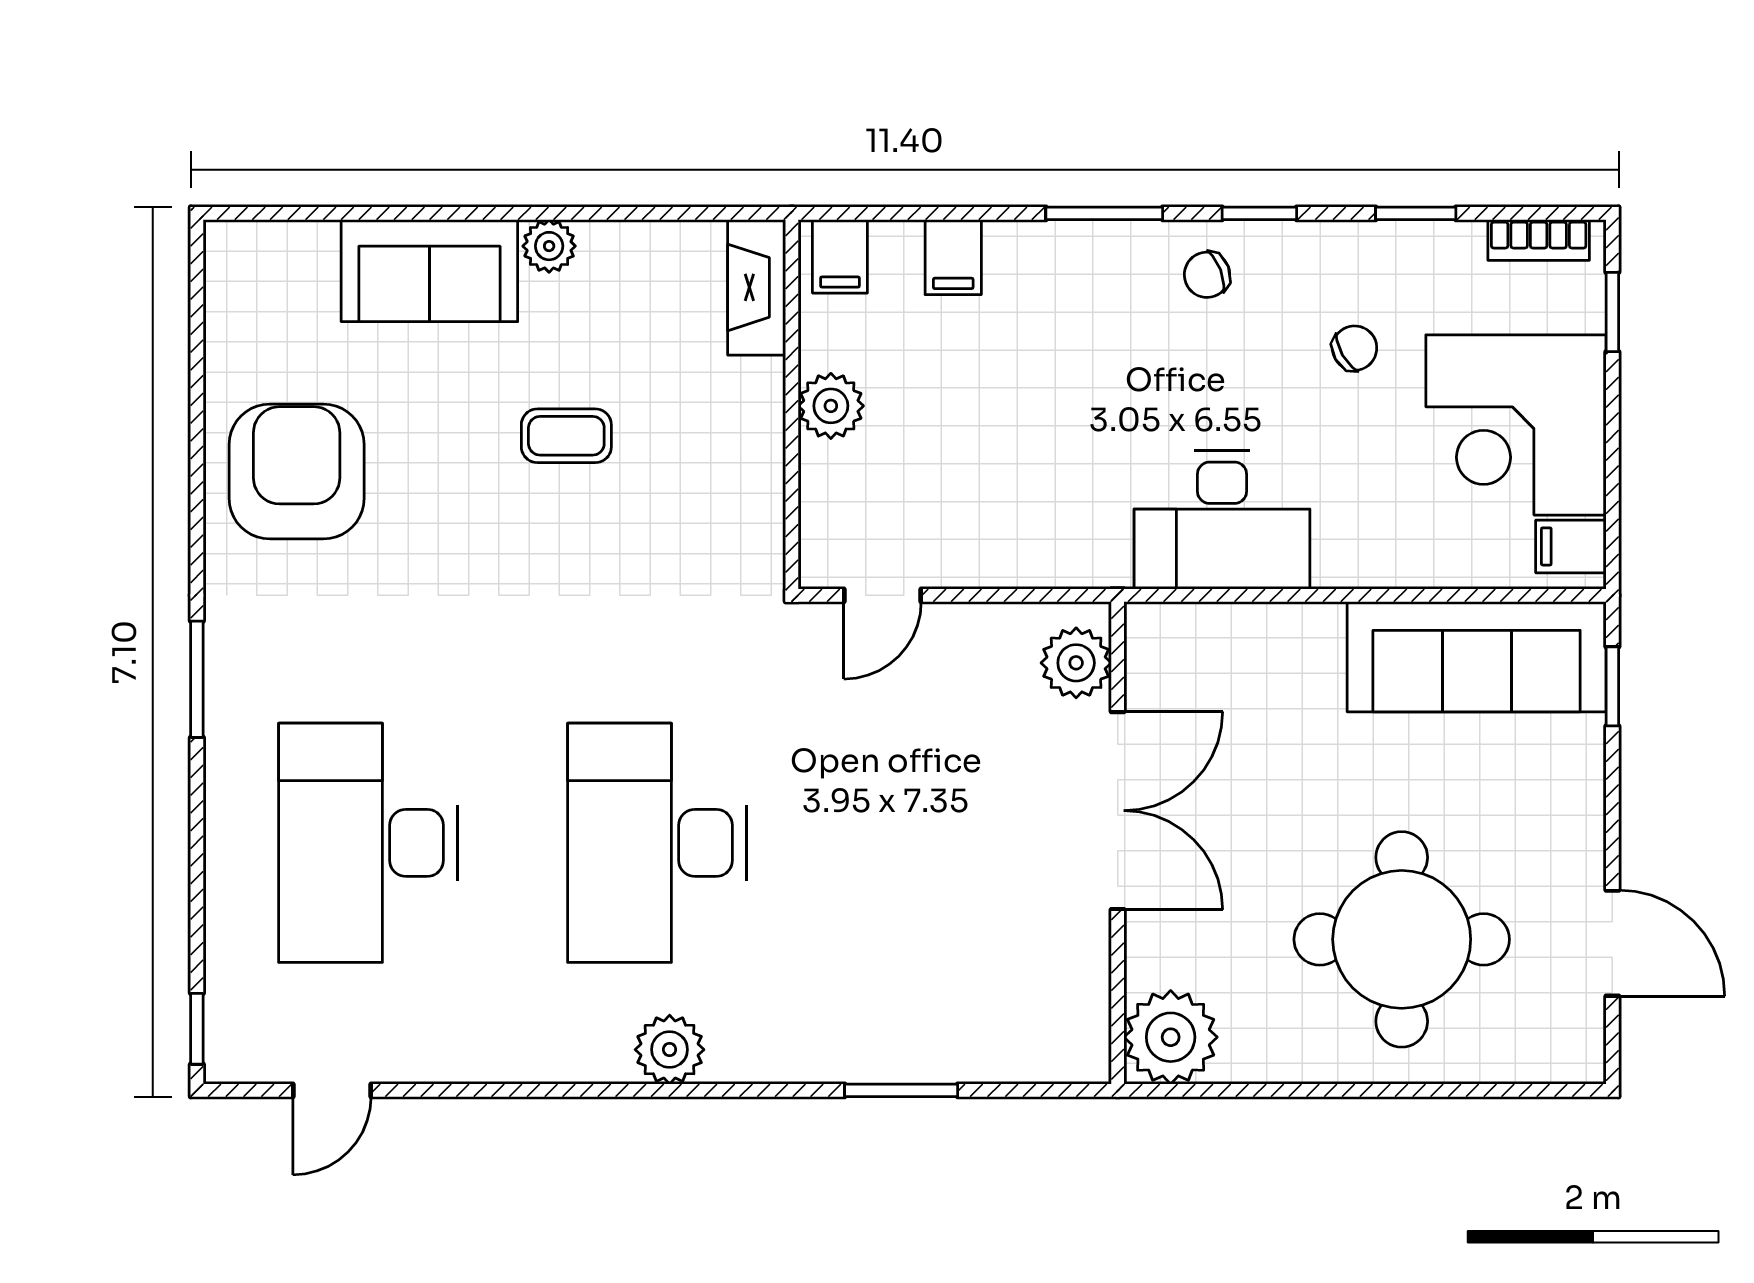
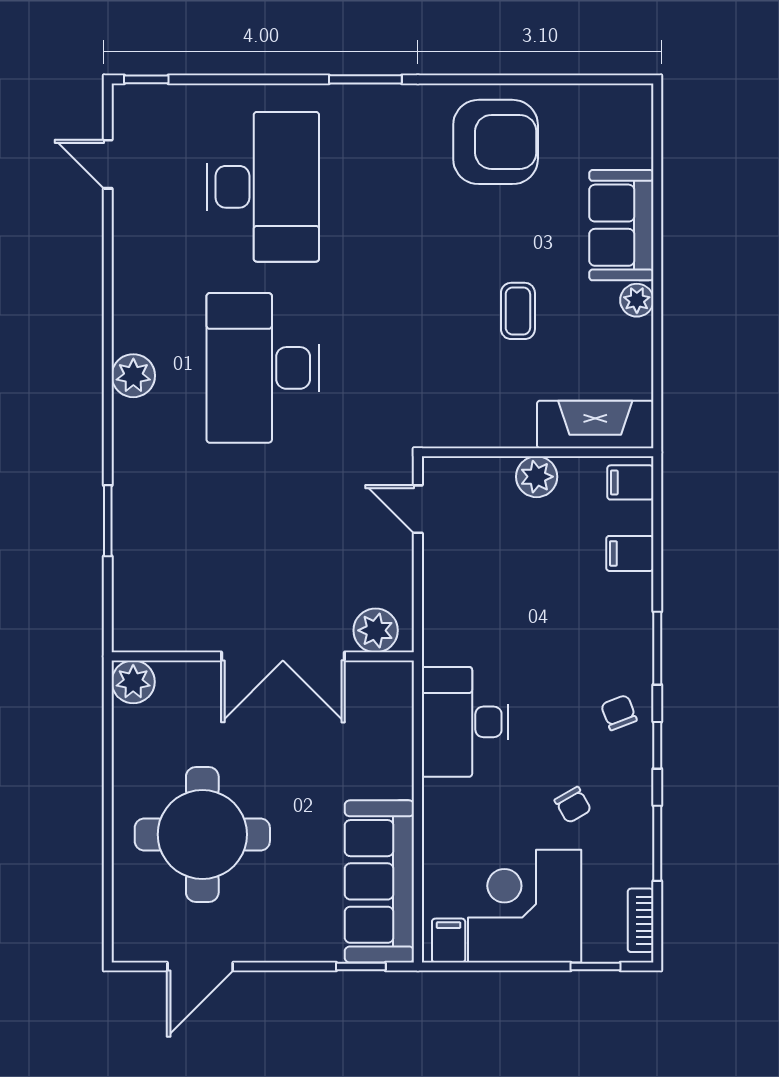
window: (1416, 213) -> (657, 843), width x1.50
fireplace: (757, 287) -> (595, 424), width x1.37, depth x1.32
desk: (368, 843) -> (263, 187), turned 90
desk: (657, 843) -> (263, 368), turned -90
plant: (1171, 1037) -> (133, 682), width x0.73, depth x0.73

